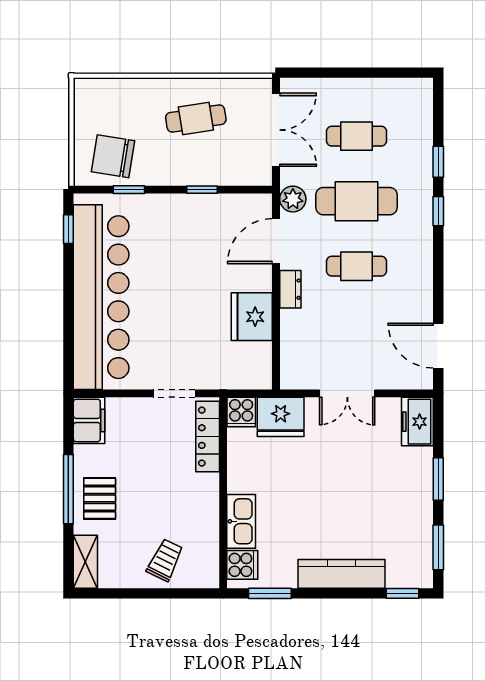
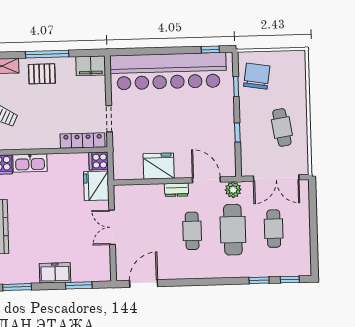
window: (438, 211) -> (290, 279), moved
freezer: (417, 422) -> (55, 273), moved
window: (438, 479) -> (79, 285), moved

